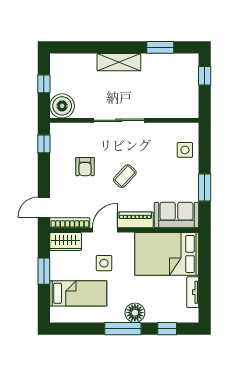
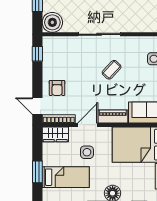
armchair: (85, 167) -> (57, 88), moved
coffee table: (125, 176) -> (112, 70), moved
door: (44, 207) -> (37, 106), hinge flipped
window: (44, 271) -> (37, 172), moved

